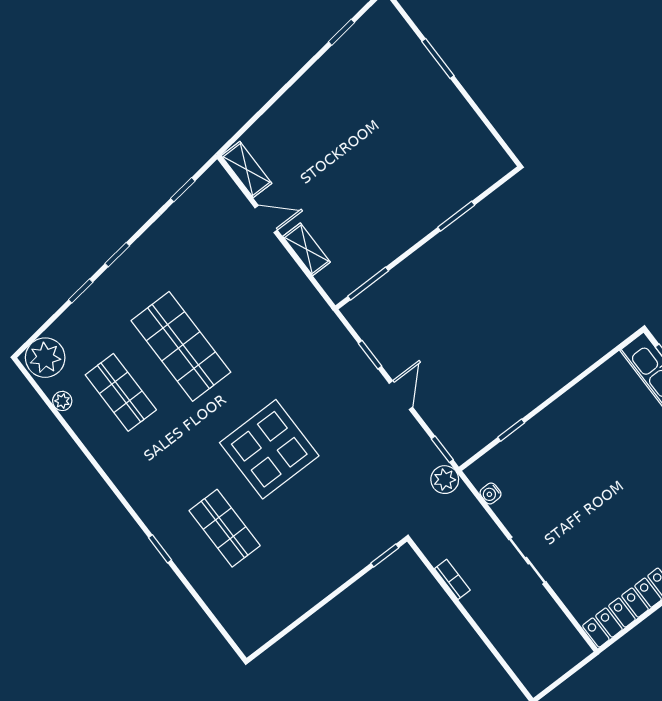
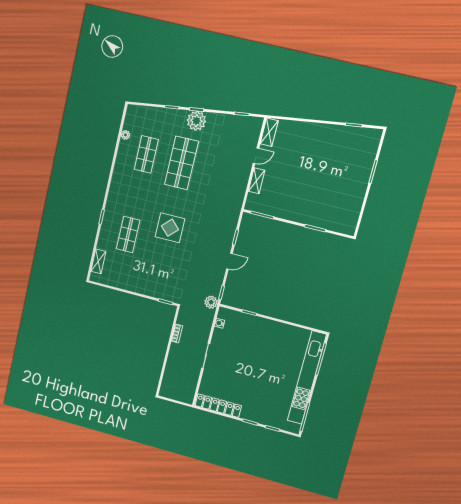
door: (266, 219) -> (256, 156), hinge flipped
plant: (45, 358) -> (196, 121), moved
display table: (269, 449) -> (170, 228), width x0.73, depth x0.73
shelving: (228, 615) -> (98, 261), added

